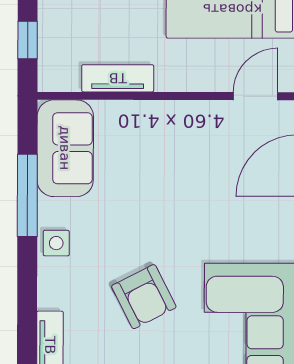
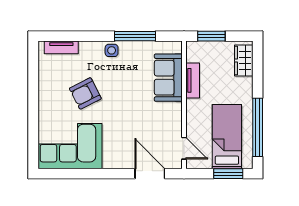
window: (28, 40) -> (211, 36), width x1.50
sofa: (65, 148) -> (168, 78), moved, turned 90

